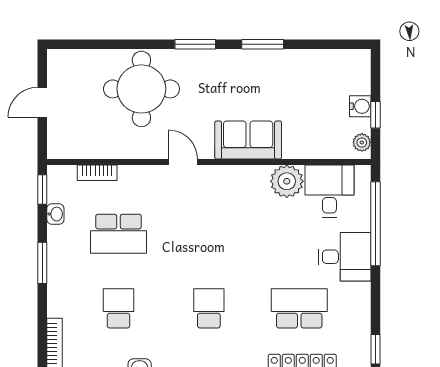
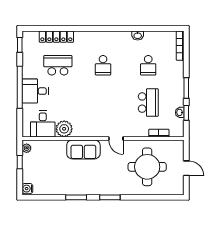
round table: (141, 89) -> (147, 167), moved
door: (42, 102) -> (186, 168), hinge flipped
water cooler: (360, 106) -> (27, 189), moved
window: (42, 190) -> (186, 113), moved
window: (375, 224) -> (20, 87), moved
school desk: (119, 234) -> (148, 103), turned 90
school desk: (299, 308) -> (58, 65), turned 180

